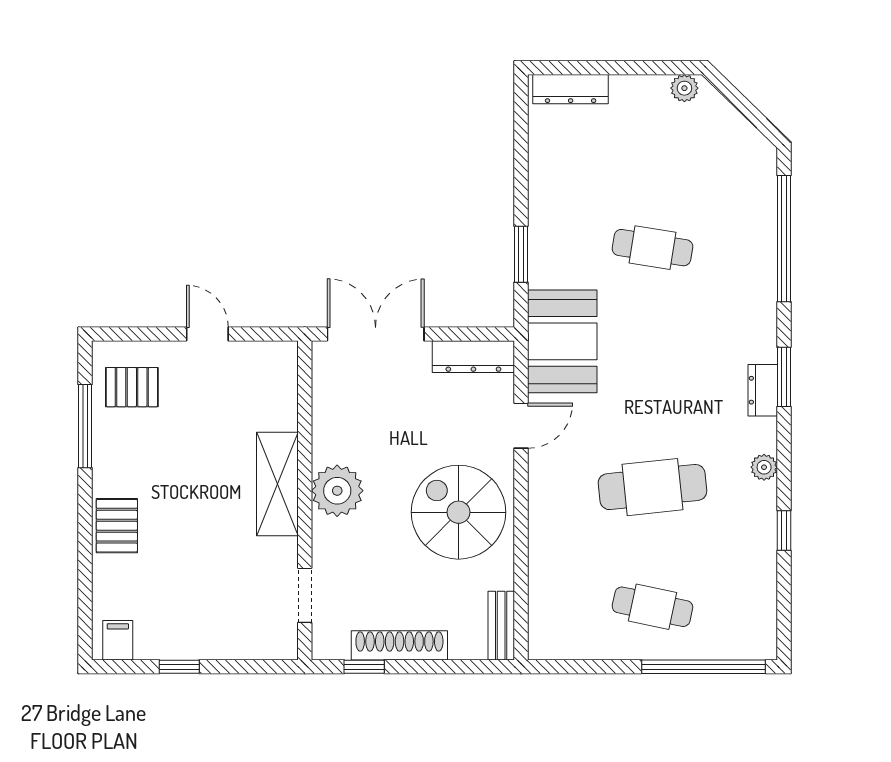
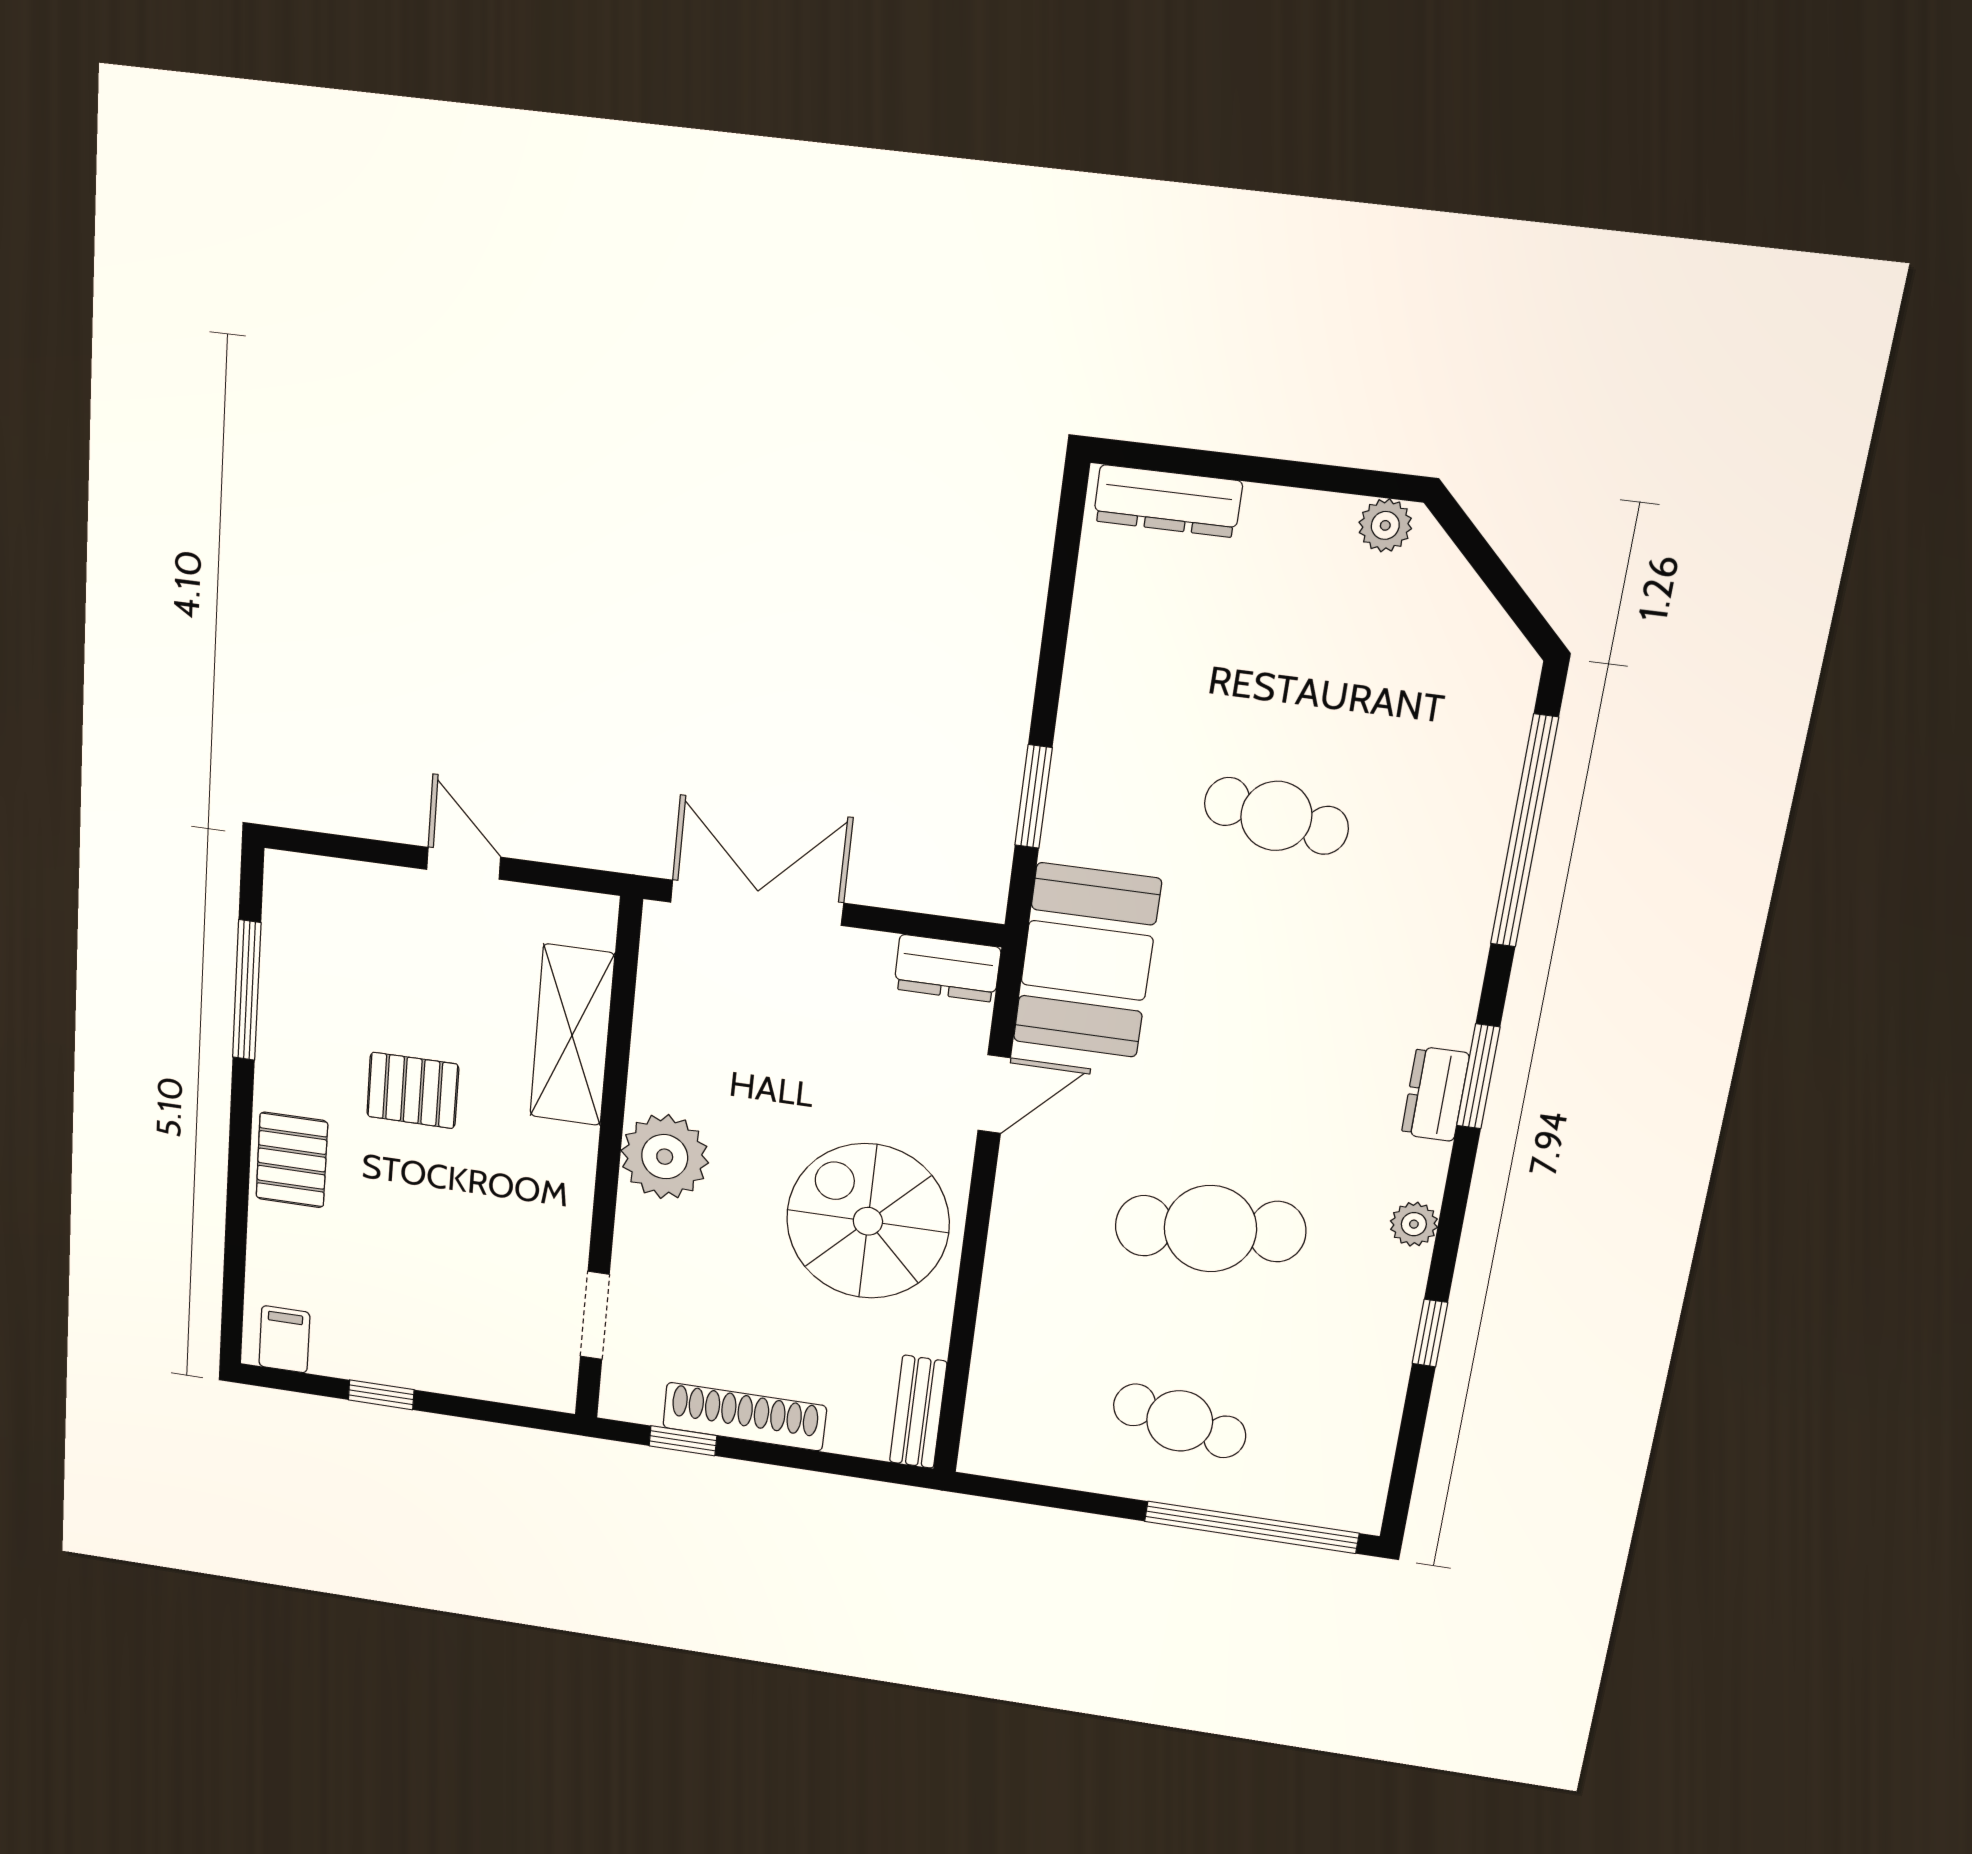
dresser: (473, 357) -> (947, 968), width x0.70
pallet: (132, 387) -> (413, 1090), moved
shelving: (277, 484) -> (572, 1035), moved

